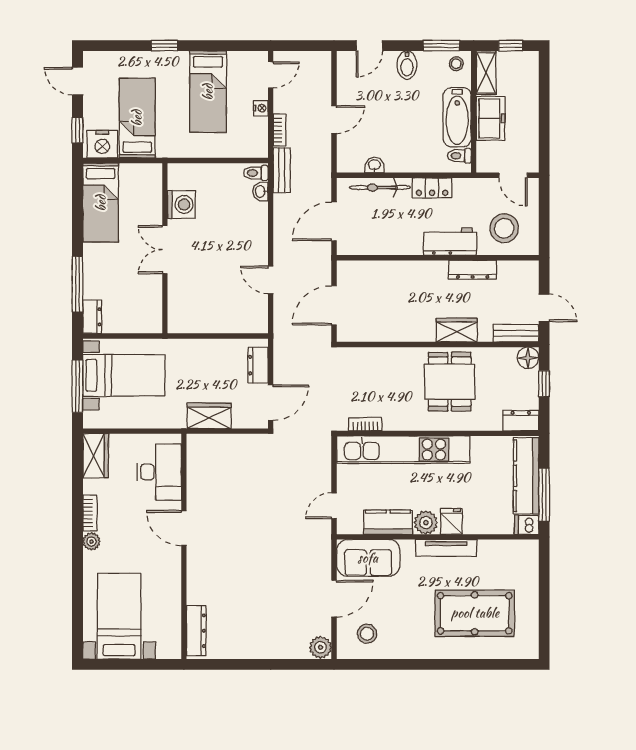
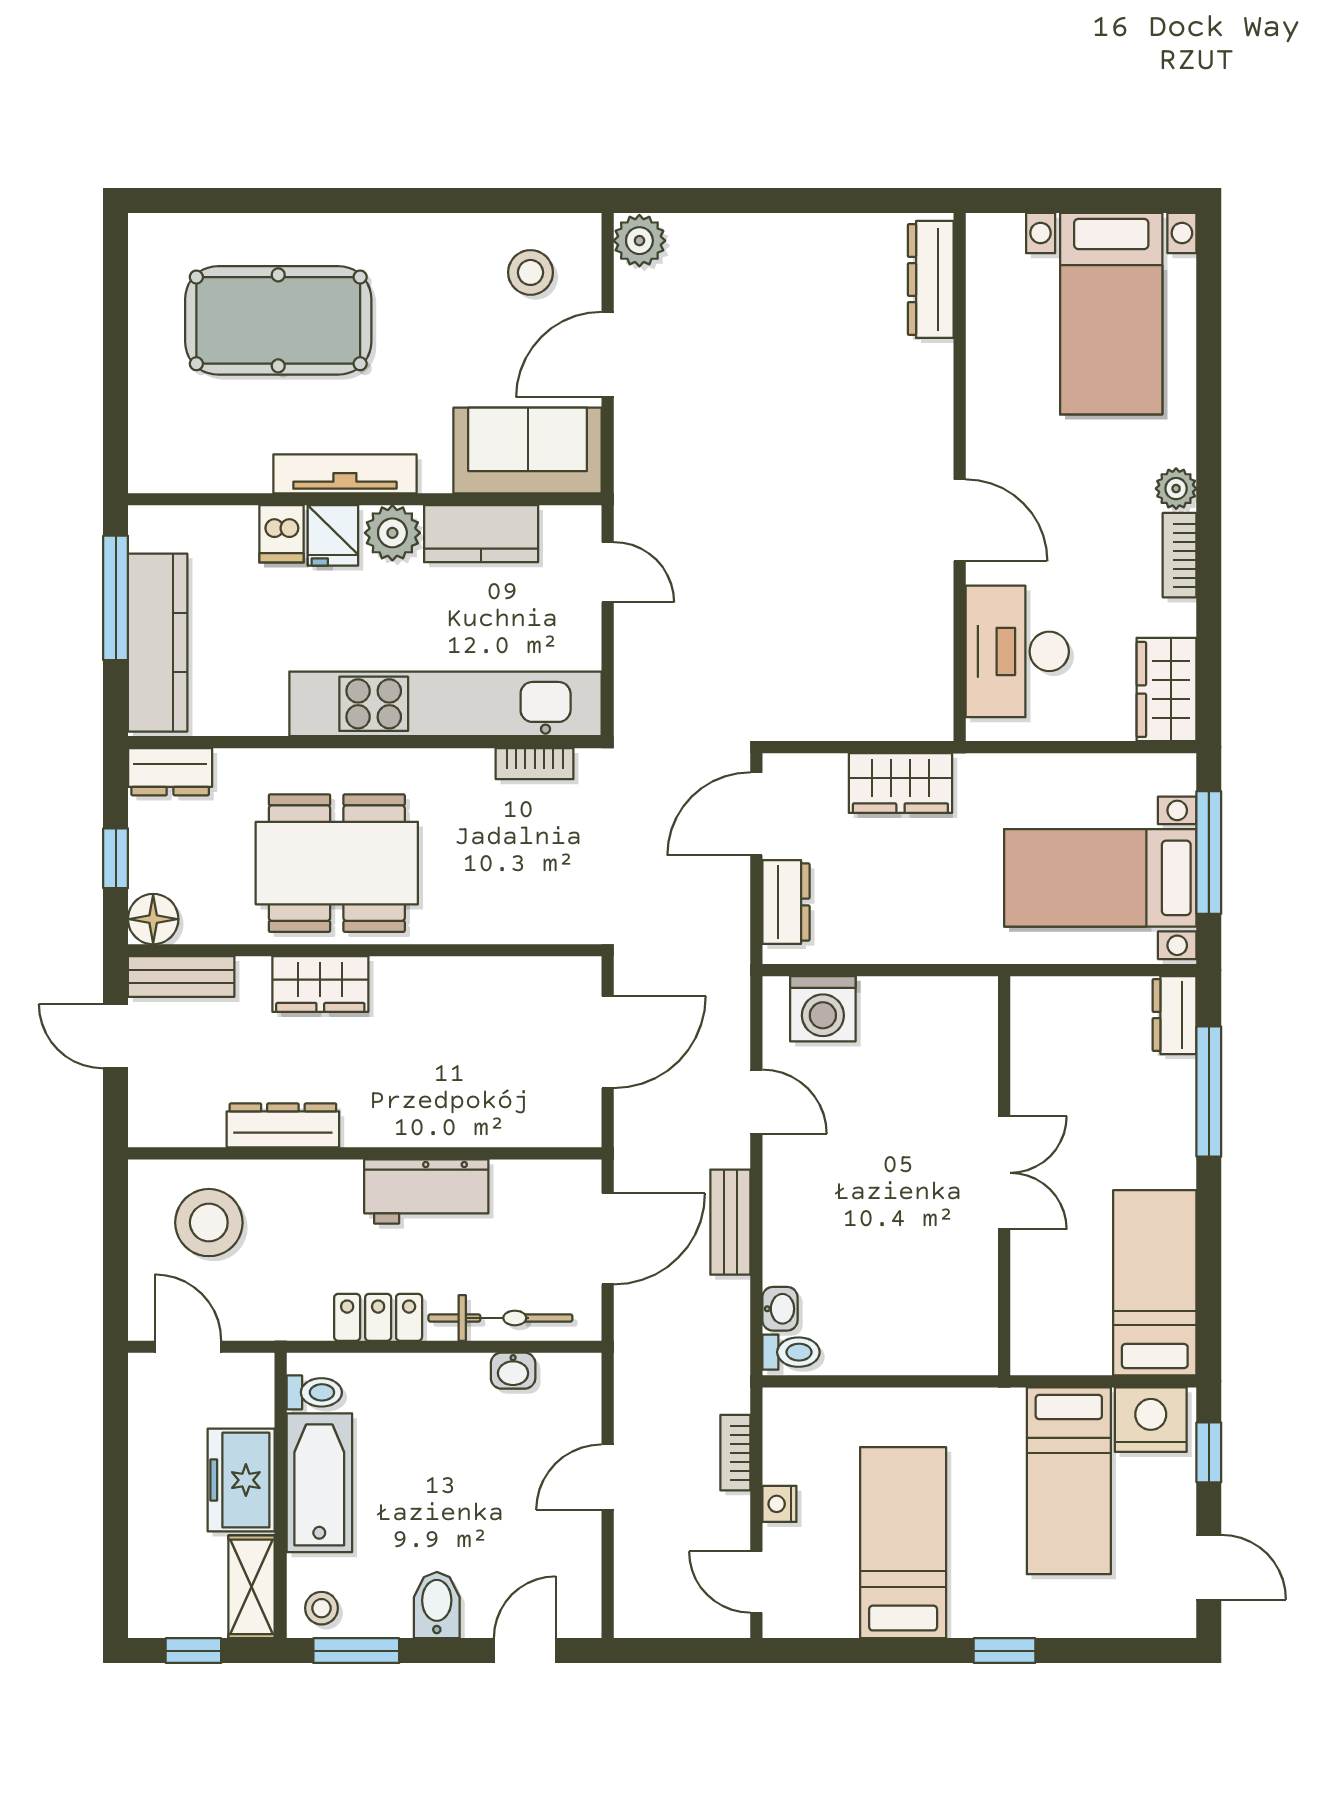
door: (271, 75) -> (756, 1582), hinge flipped
bench: (282, 170) -> (730, 1222), moved
washing machine: (181, 204) -> (823, 1009), moved, turned -90
workbench: (450, 242) -> (426, 1191), moved
dining table: (450, 382) -> (337, 863), width x1.38
door: (334, 506) -> (608, 572), hinge flipped
dishwasher: (527, 525) -> (281, 534), moved, turned 90

